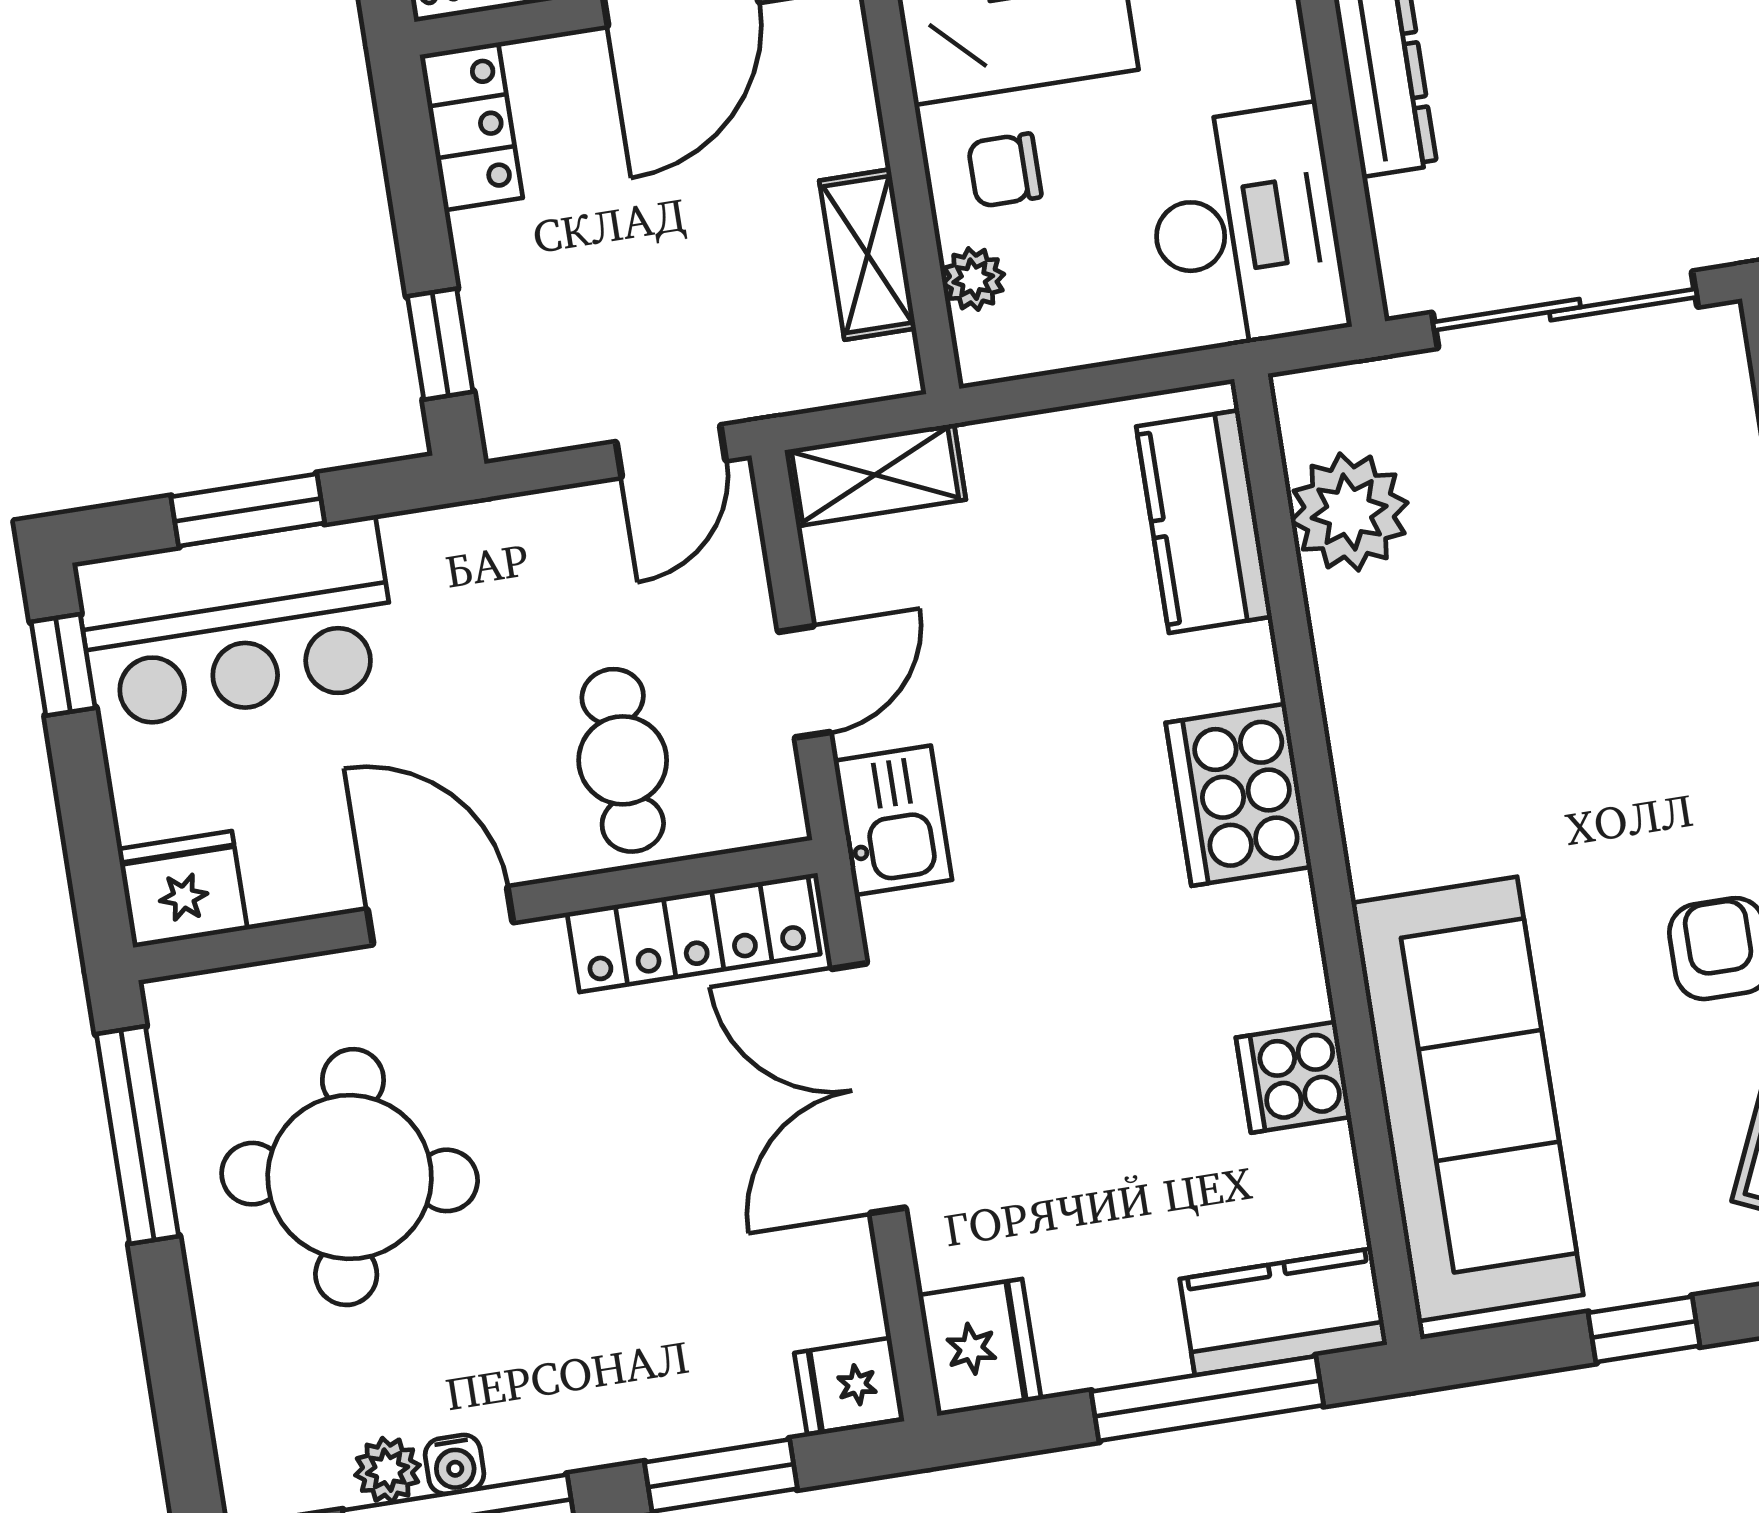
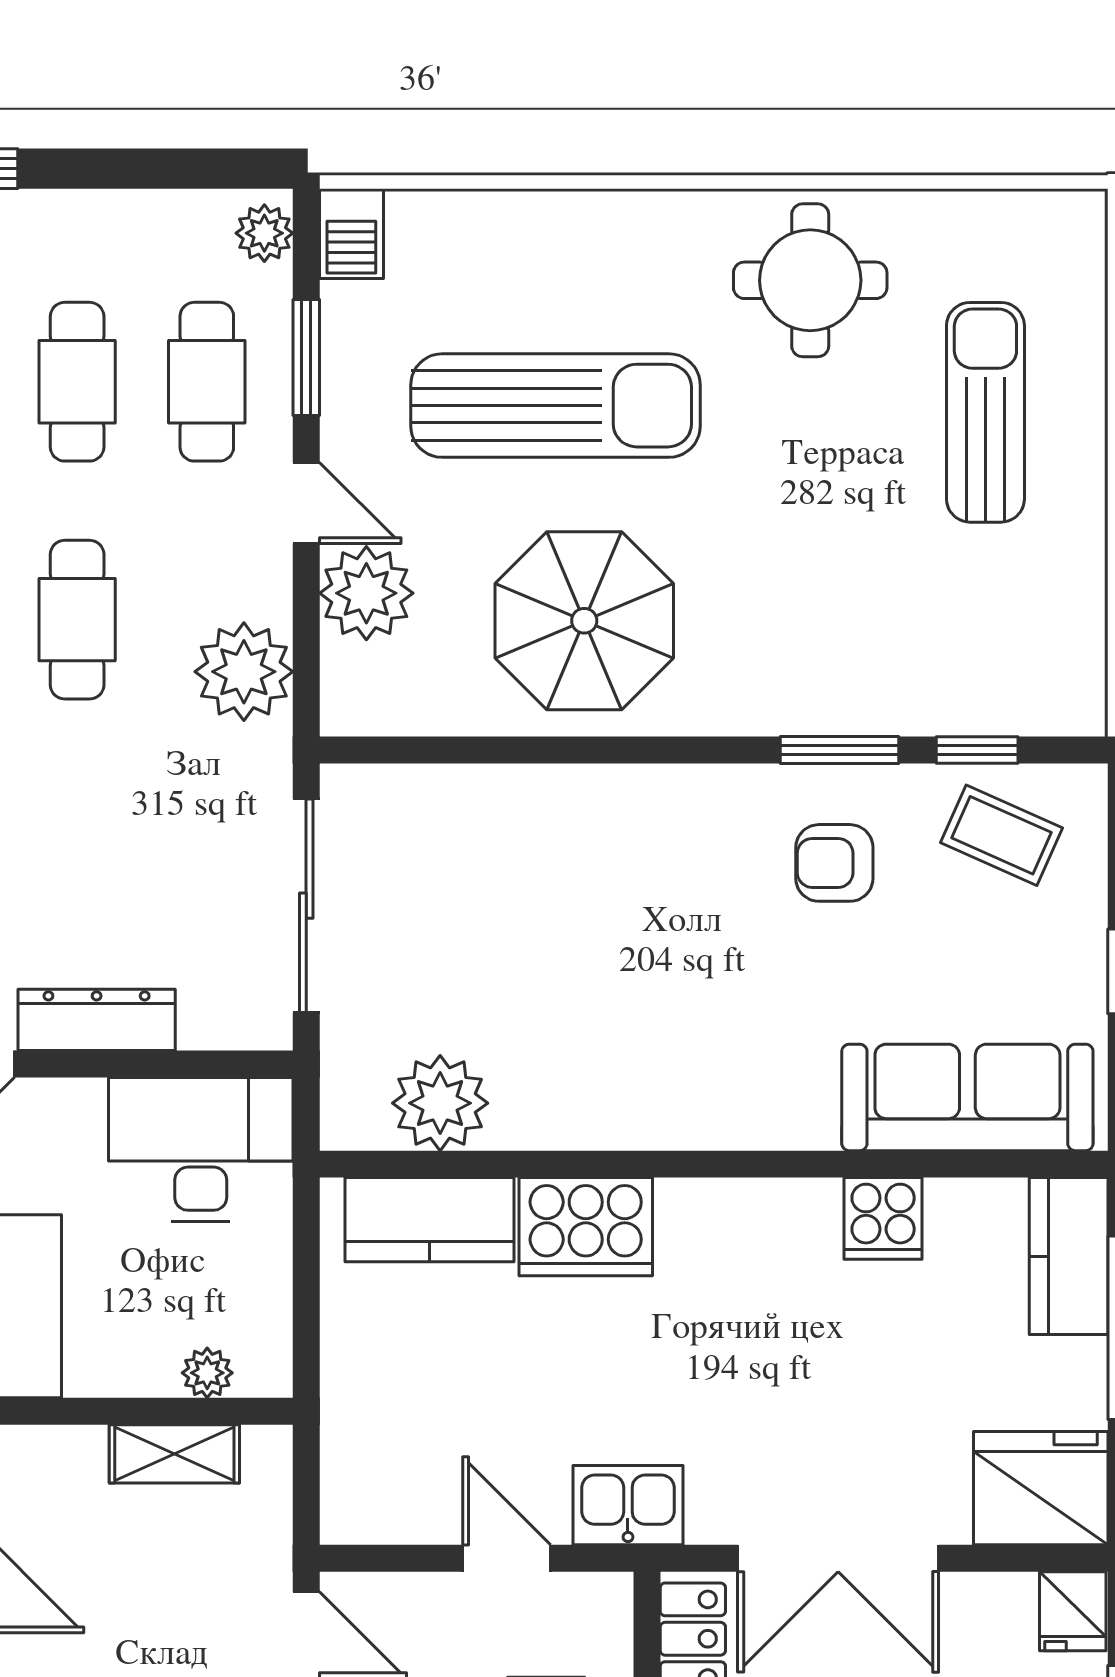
chair: (1005, 170) -> (124, 1334), removed
shelving: (875, 475) -> (351, 1476), removed
cooker: (1239, 795) -> (586, 1227), moved
sofa: (1467, 1099) -> (967, 1097), width x0.74, depth x0.79
fridge: (980, 1347) -> (1041, 1488), width x1.36, depth x1.34

